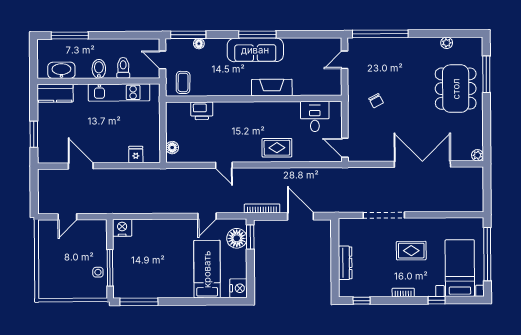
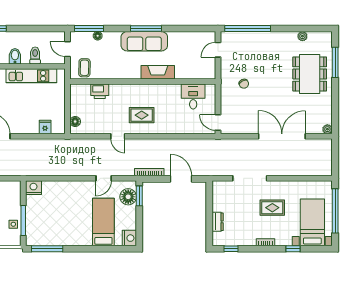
rug: (277, 148) -> (142, 115), moved
dresser: (345, 263) -> (218, 222), width x0.70

